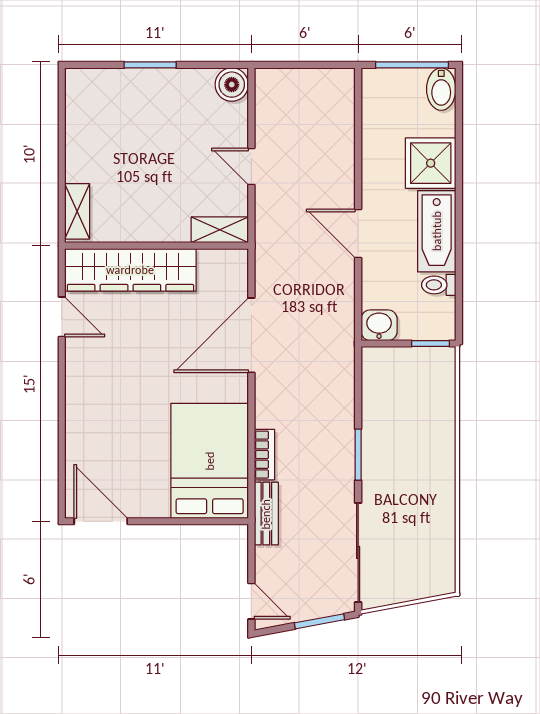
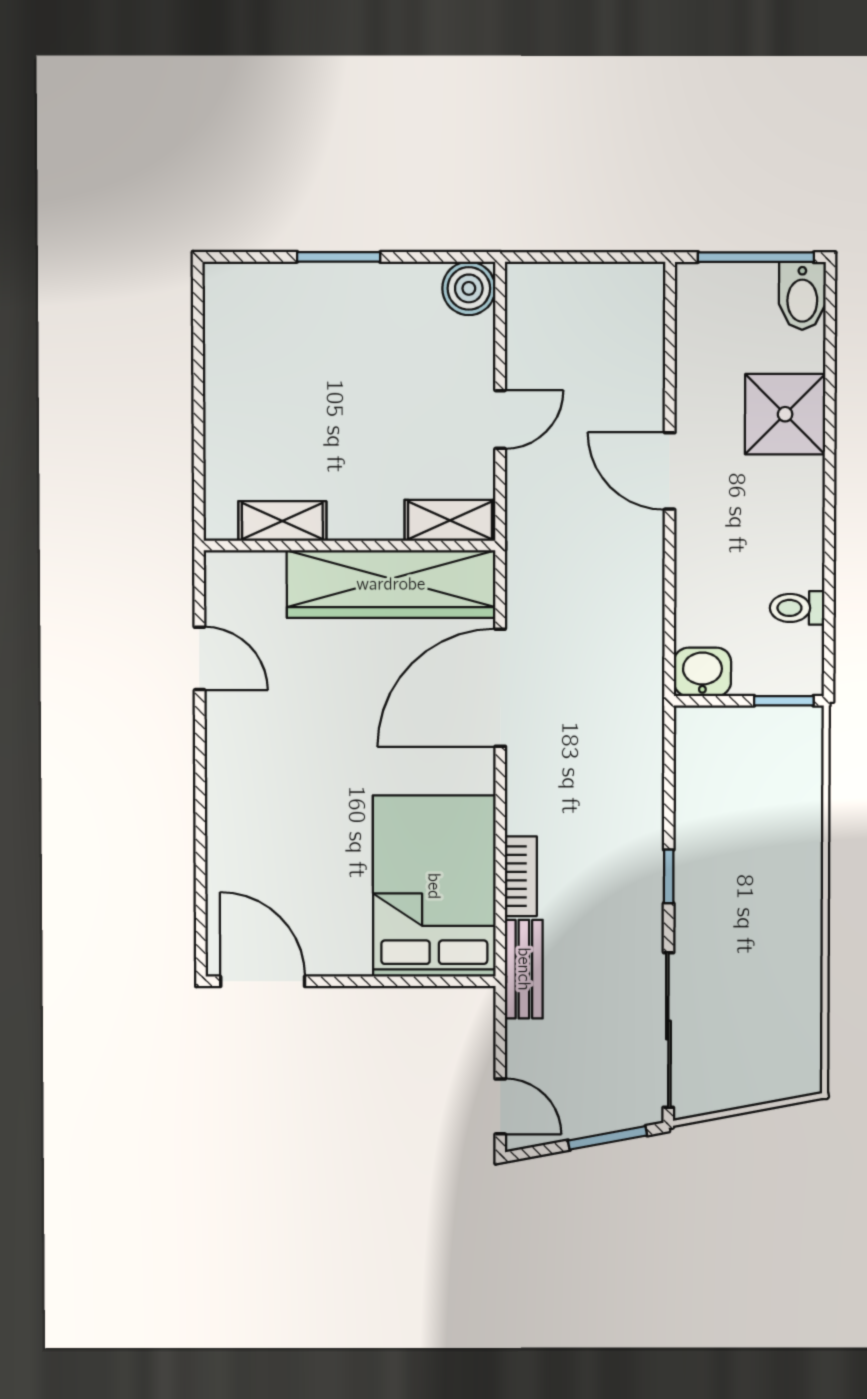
door: (251, 167) -> (500, 420), swing flipped
shelving: (77, 211) -> (282, 521), moved, turned 90
bathtub: (437, 231) -> (794, 523), removed
door: (358, 234) -> (670, 471), moved
wardrobe: (130, 270) -> (391, 584), moved
window: (358, 455) -> (669, 876), width x0.67

